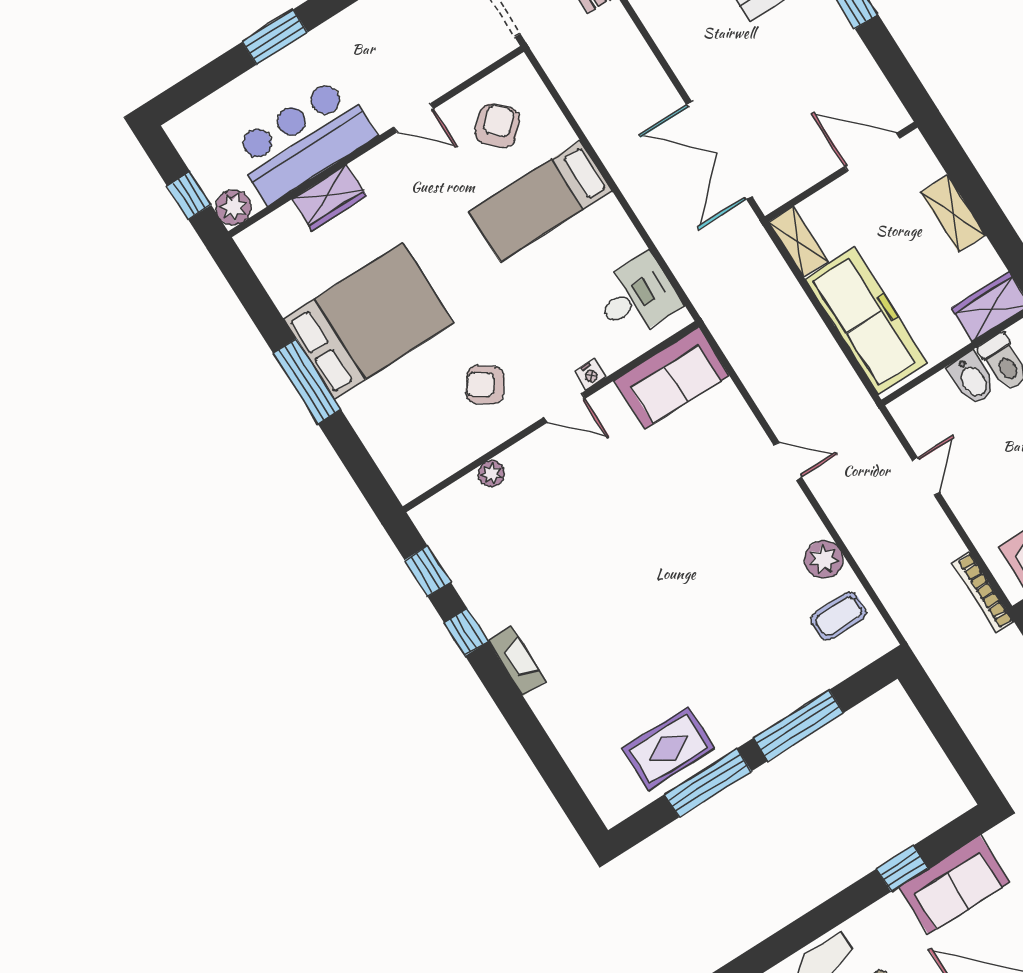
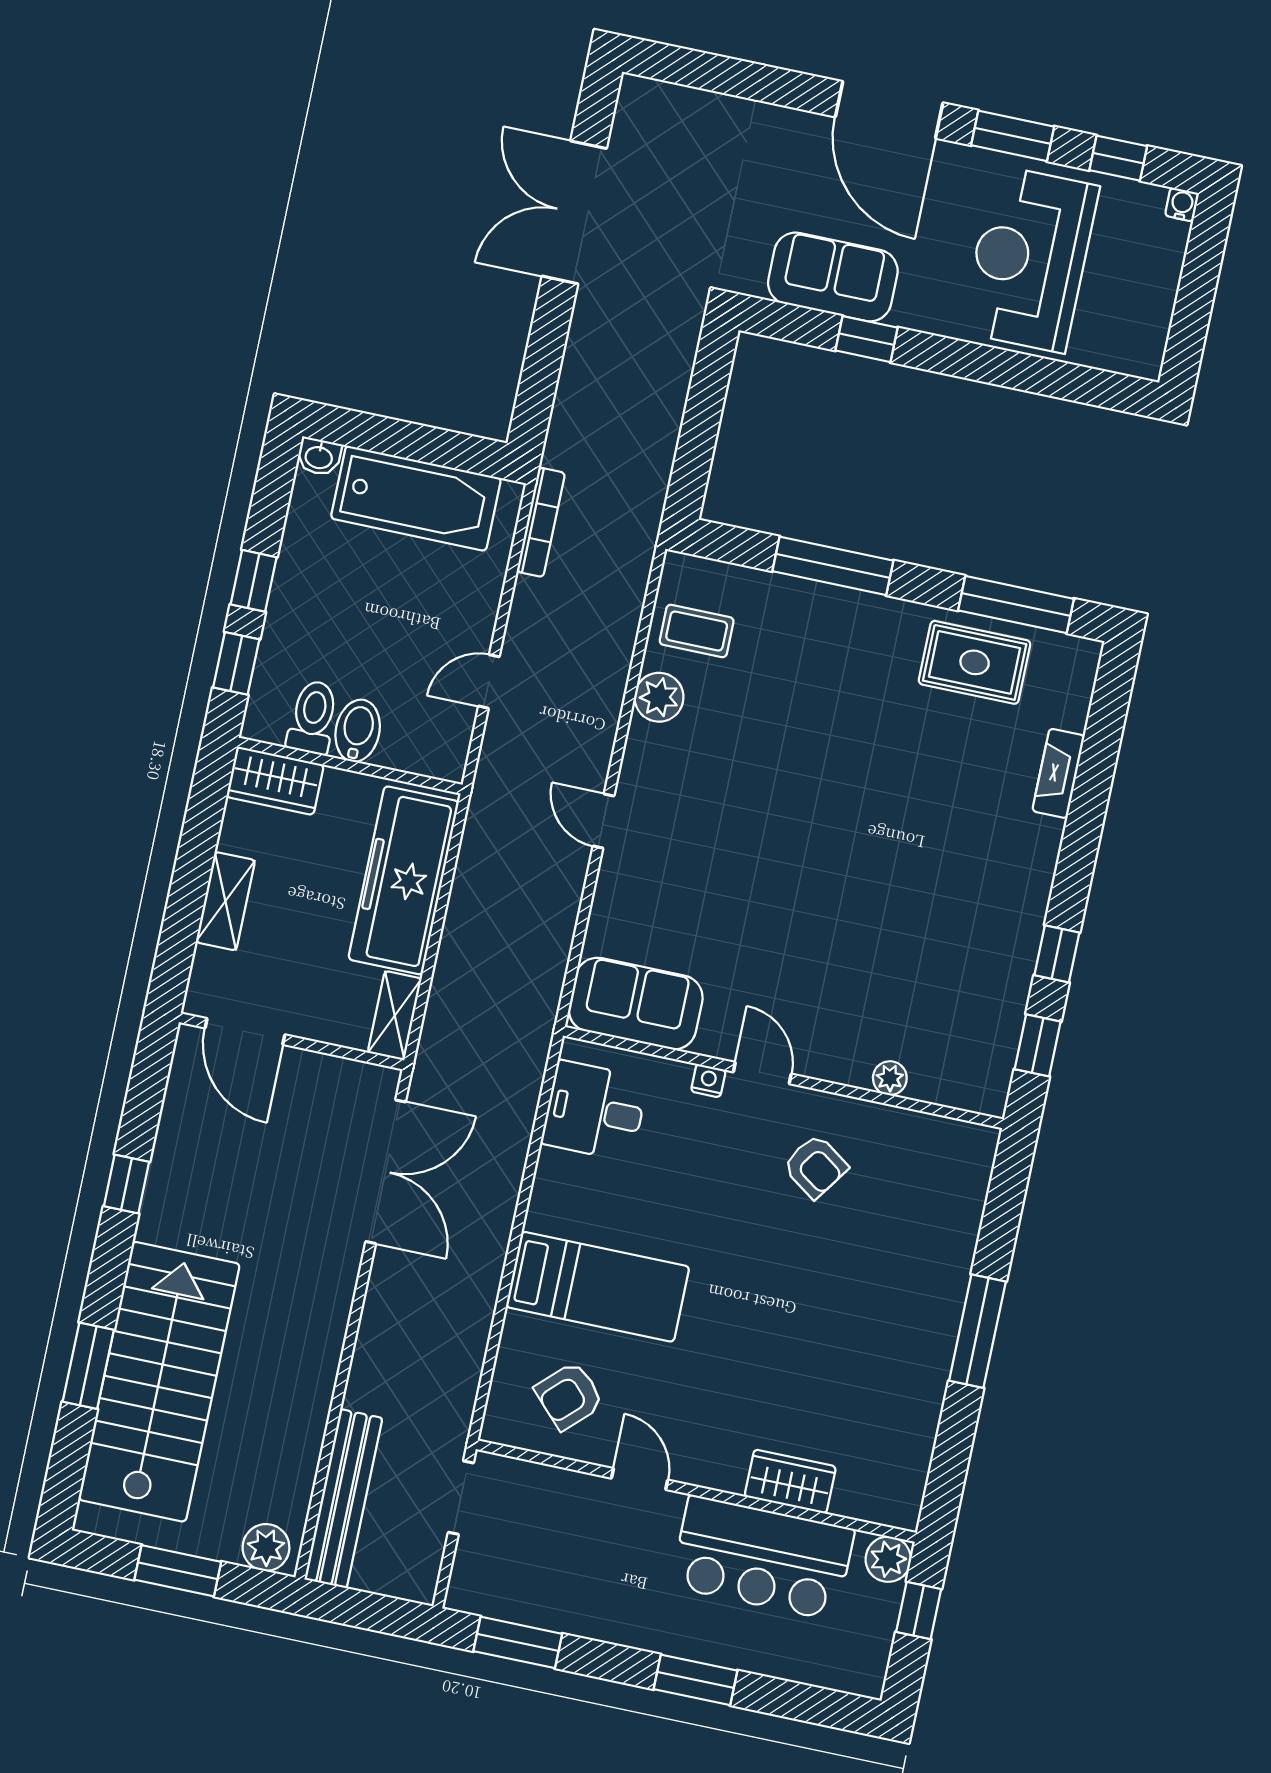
bed: (369, 321) -> (866, 1331), removed
fireplace: (517, 661) -> (1058, 773), moved
window: (708, 783) -> (1016, 605), moved

